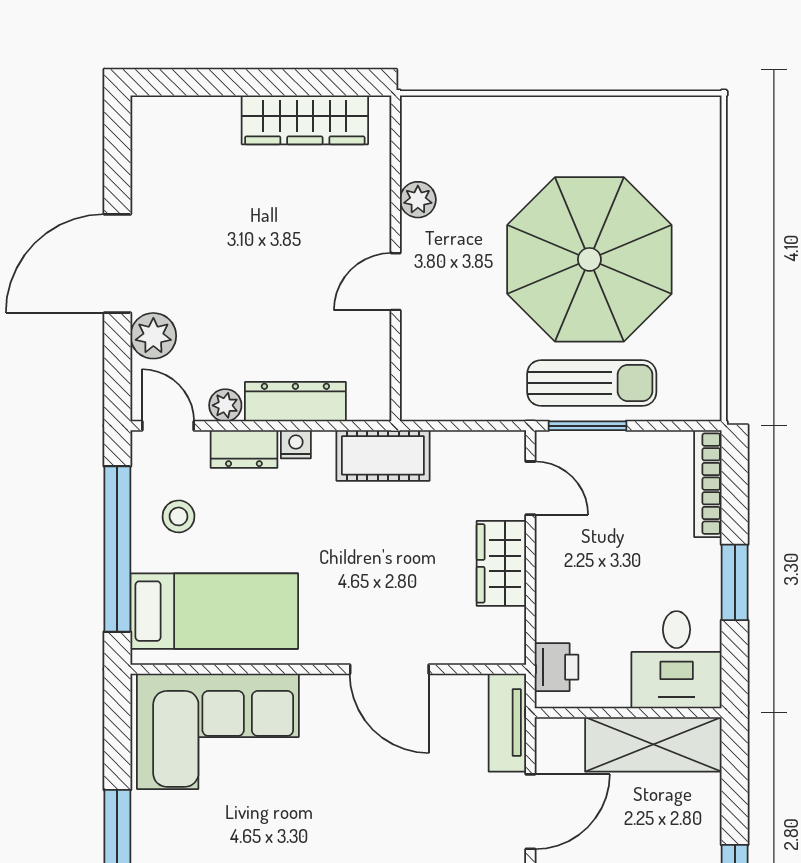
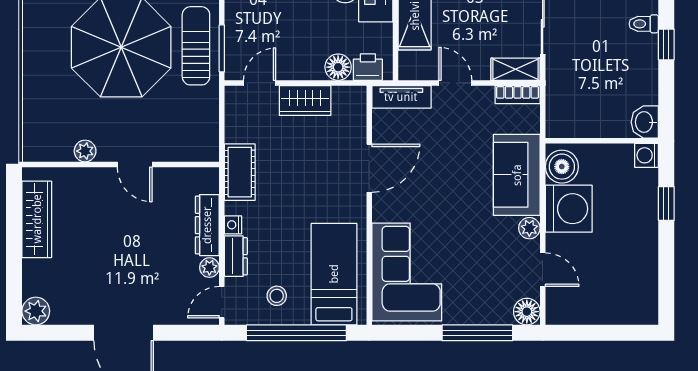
plant: (153, 336) -> (36, 311), moved
floor lamp: (556, 618) -> (338, 67), added
door: (530, 812) -> (455, 83), width x0.73

